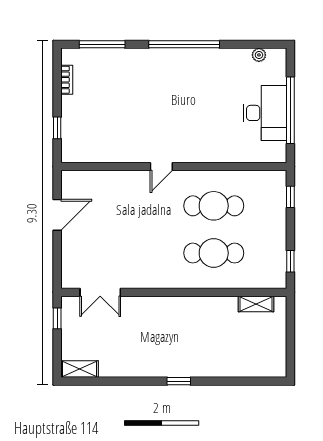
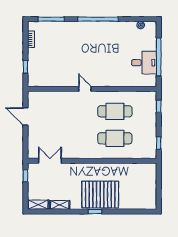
desk: (265, 113) -> (144, 63), width x0.73
door: (161, 166) -> (85, 89), swing flipped
door: (57, 215) -> (25, 117), swing flipped
double door: (100, 292) -> (50, 161), swing flipped
shelving: (256, 304) -> (60, 205), moved
pallet: (188, 351) -> (100, 195), added

